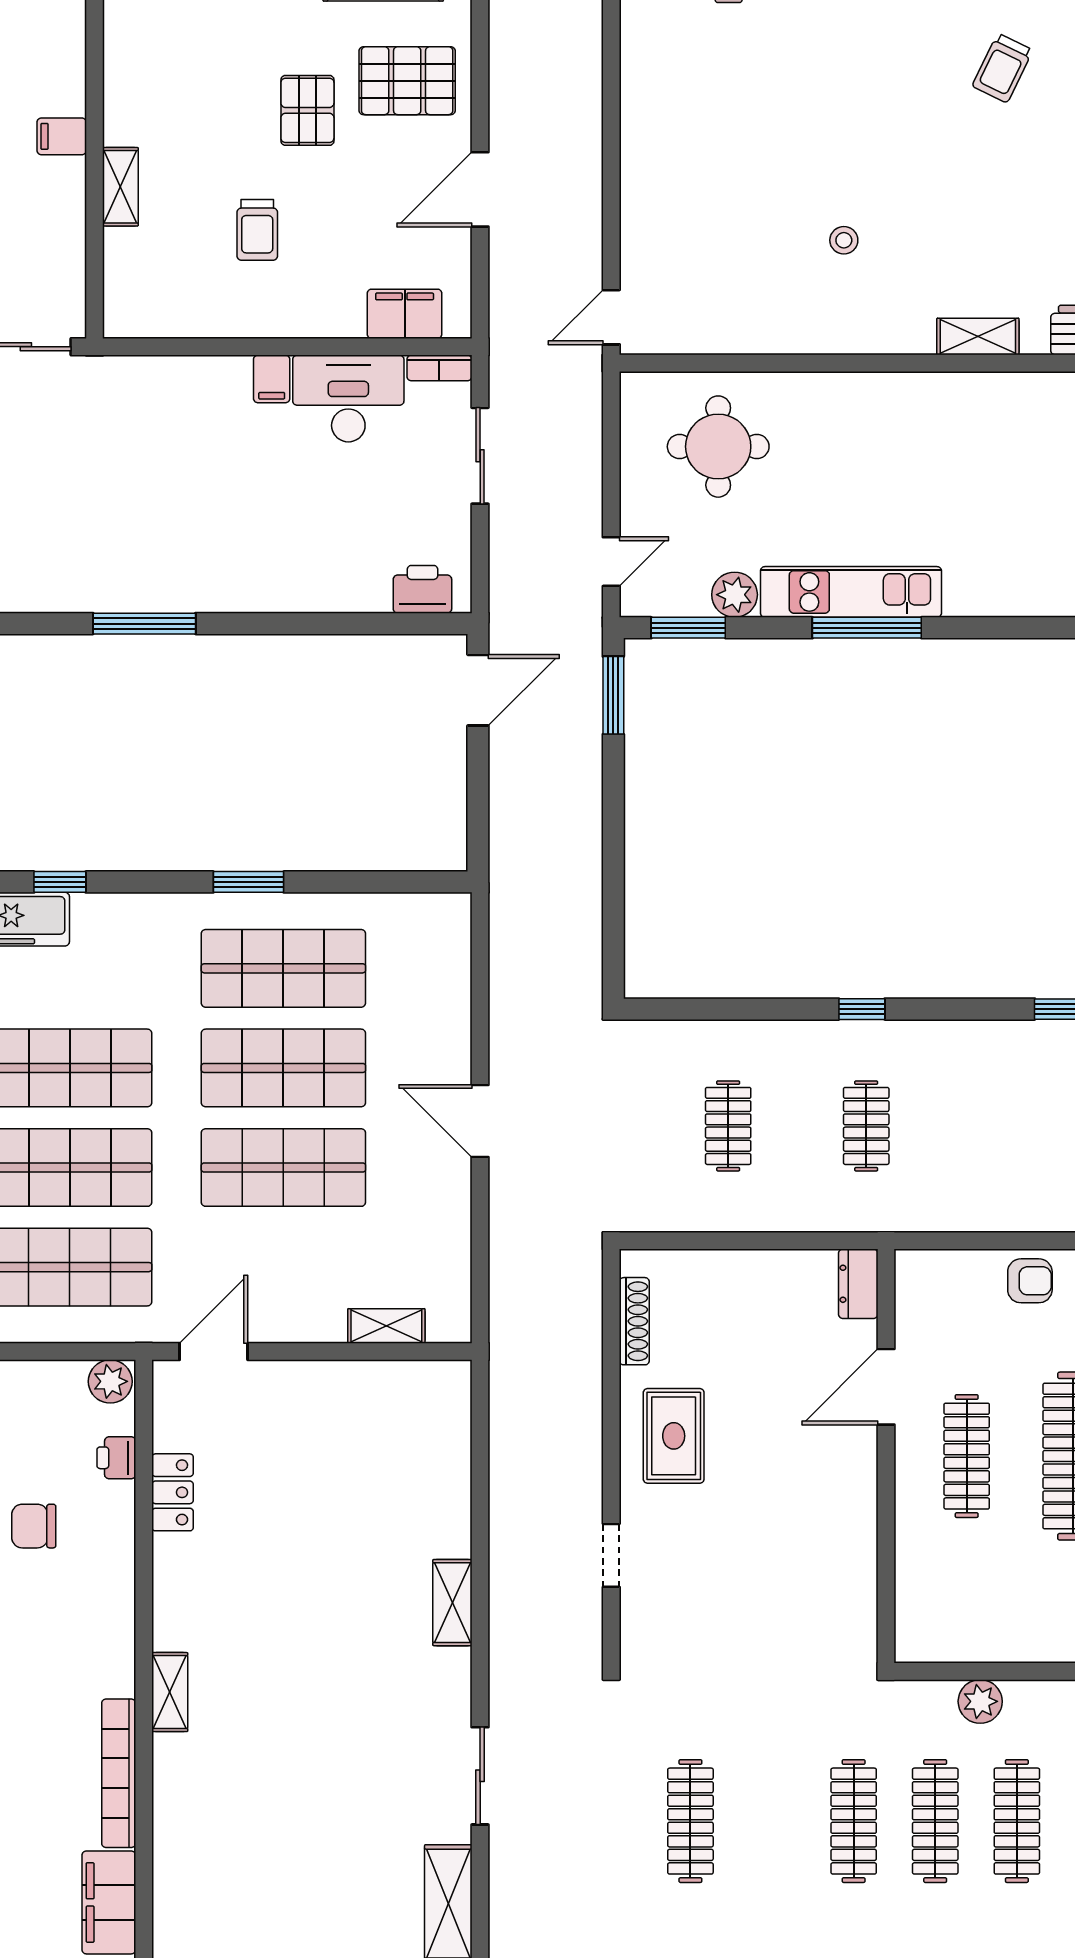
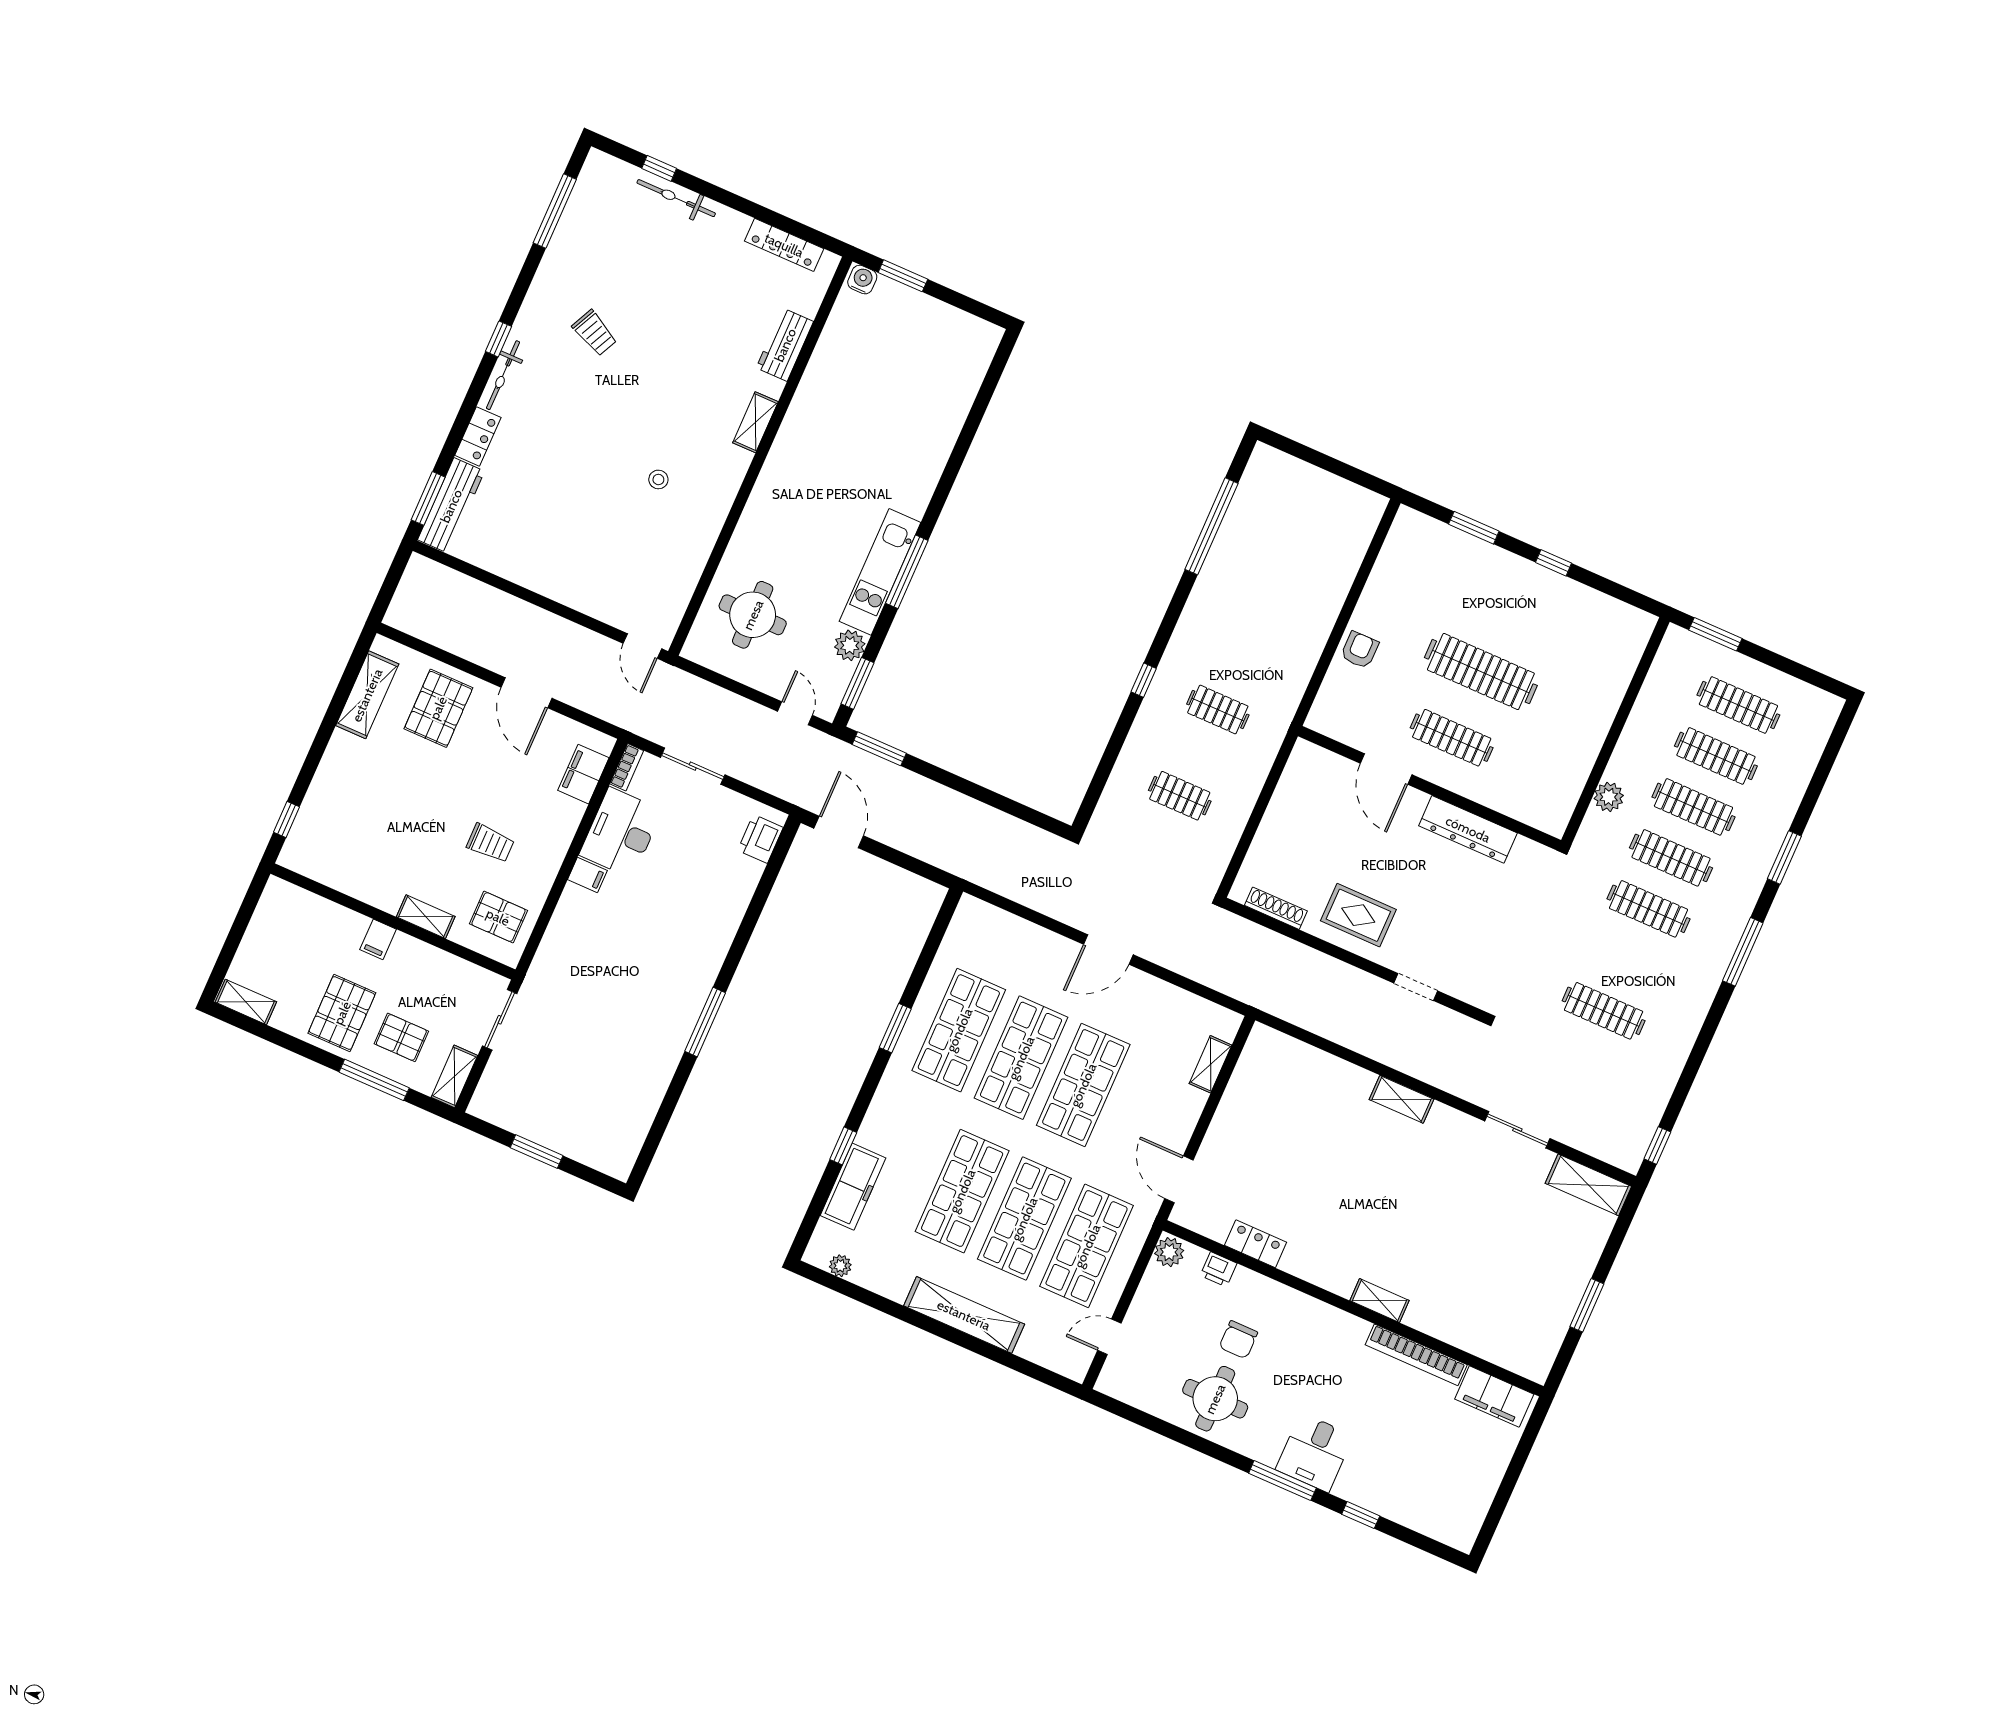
pallet: (307, 110) -> (498, 917), moved
dresser: (858, 1284) -> (1468, 829), moved, width x1.96, depth x1.24

